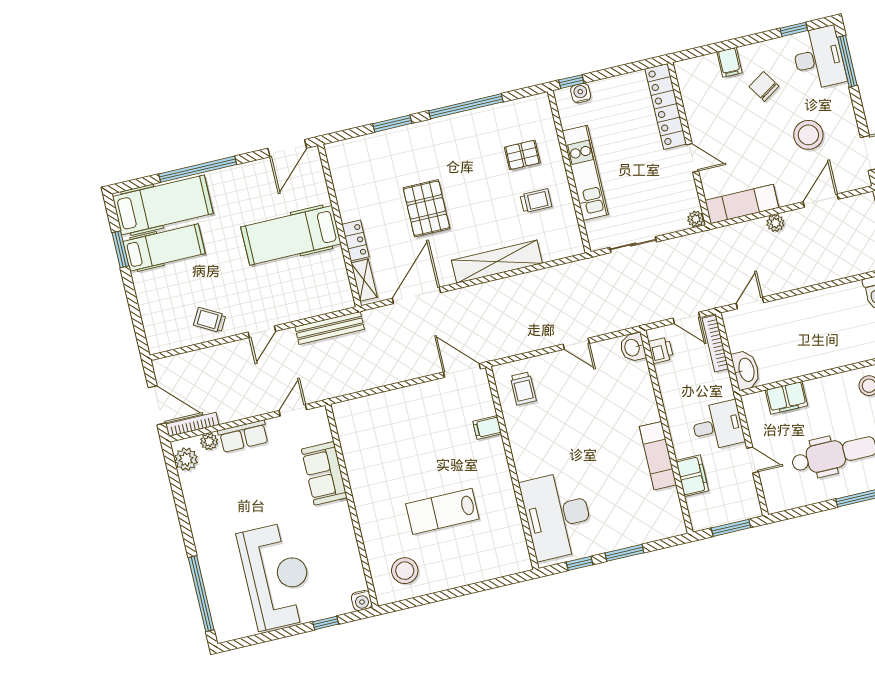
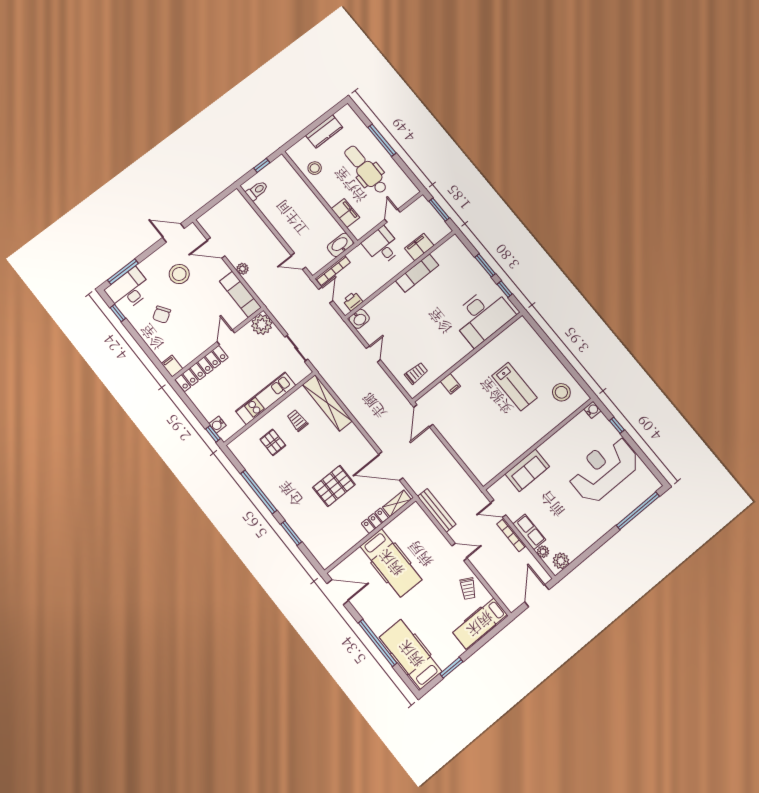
filing cabinet: (729, 62) -> (172, 366), moved, turned -90
plant: (696, 219) -> (262, 324), width x1.87, depth x1.87
hospital bed: (164, 247) -> (480, 624), moved, turned -90
shelving: (497, 262) -> (327, 403), moved
bookcase: (192, 424) -> (511, 535), moved

